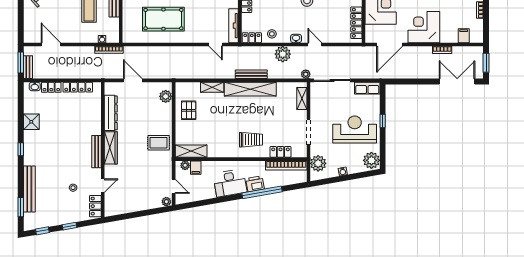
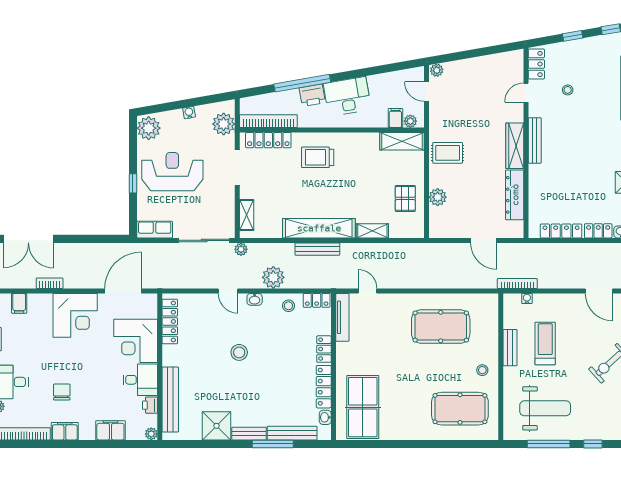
plant: (166, 96) -> (438, 197), moved
reception desk: (355, 129) -> (172, 172), turned 180
locker: (280, 152) -> (268, 140), width x1.53

